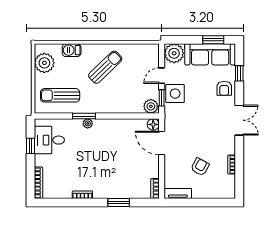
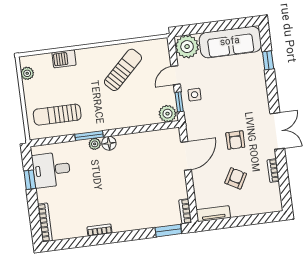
window: (213, 40) -> (232, 24), removed
plant: (44, 63) -> (27, 73), width x0.53, depth x0.53
sun lounger: (105, 67) -> (123, 70), moved
armchair: (224, 88) -> (235, 140), moved
side table: (175, 94) -> (195, 95), width x0.54, depth x0.54
double door: (239, 120) -> (277, 131), moved
floor lamp: (153, 124) -> (109, 143), moved
door: (162, 143) -> (186, 156), swing flipped
window: (119, 203) -> (168, 231), moved

